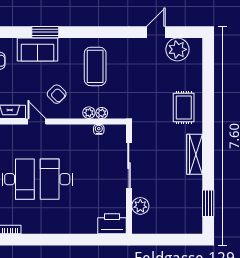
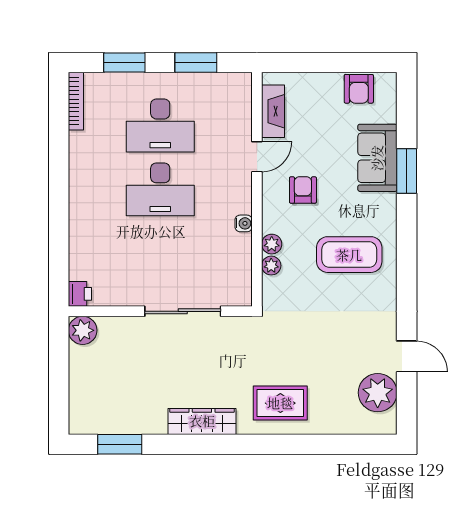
armchair: (57, 94) -> (303, 190), turned 135
water cooler: (99, 129) -> (244, 223), moved
desk: (56, 179) -> (160, 189), turned 180
plant: (140, 206) -> (83, 330), moved
printer: (112, 224) -> (80, 294), width x0.53, depth x0.68

